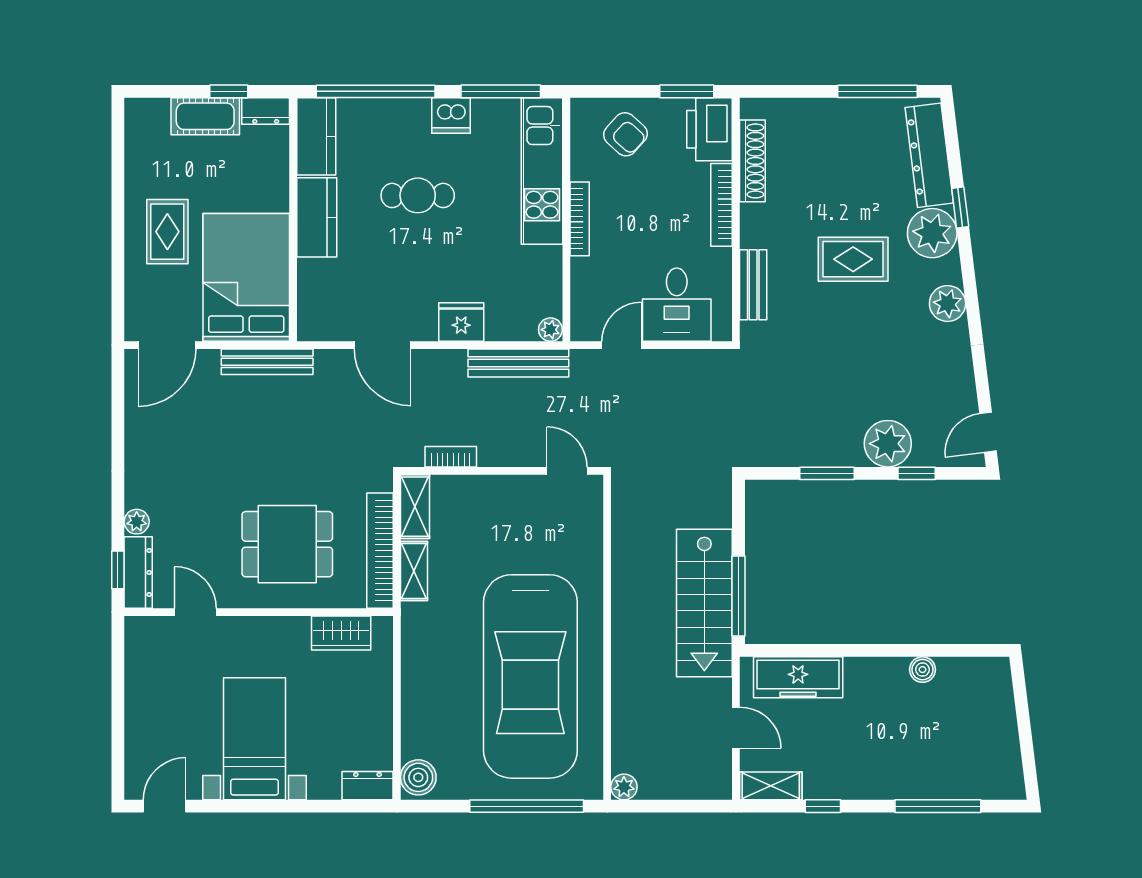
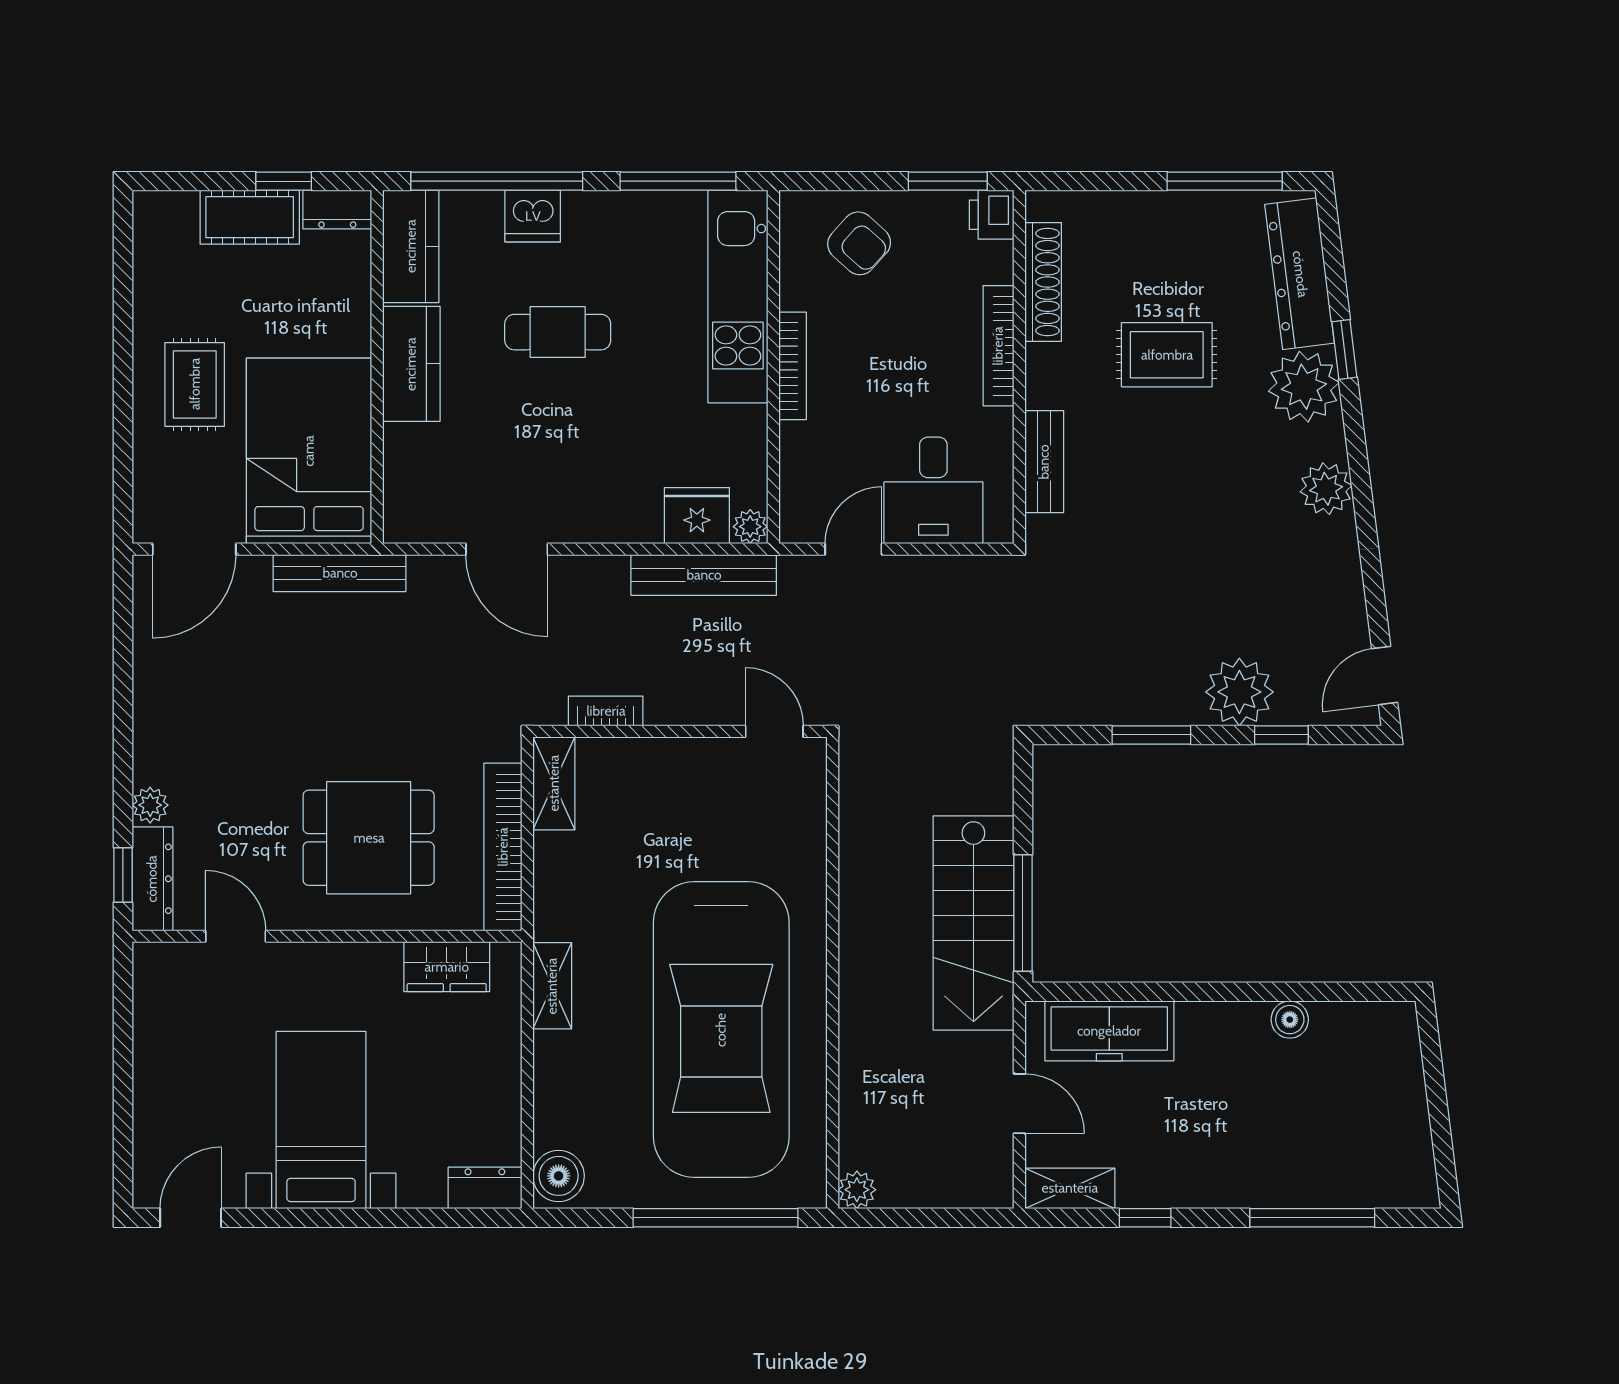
dishwasher: (451, 115) -> (533, 216), moved
printer: (710, 129) -> (992, 215), width x0.53, depth x0.68
rug: (853, 259) -> (1167, 355), moved
fridge: (461, 322) -> (697, 516), moved
shelving: (414, 571) -> (552, 986), moved

